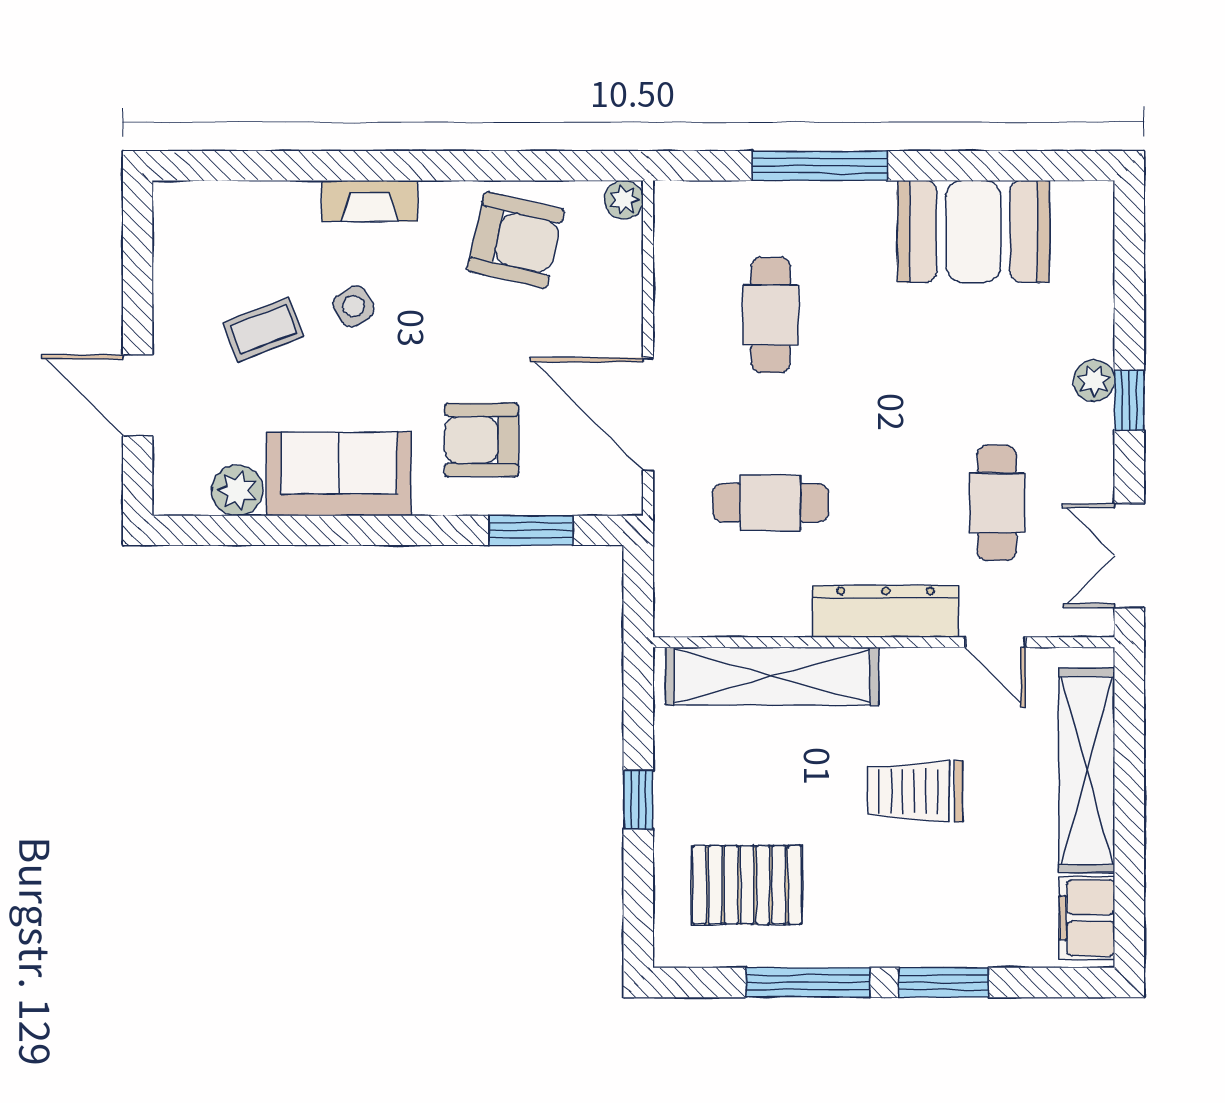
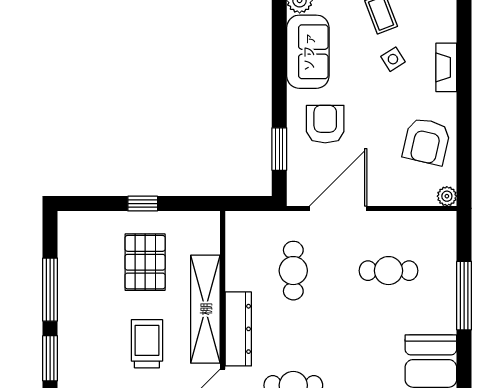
shelving: (772, 676) -> (205, 309), moved
pallet: (747, 885) -> (145, 262), moved

